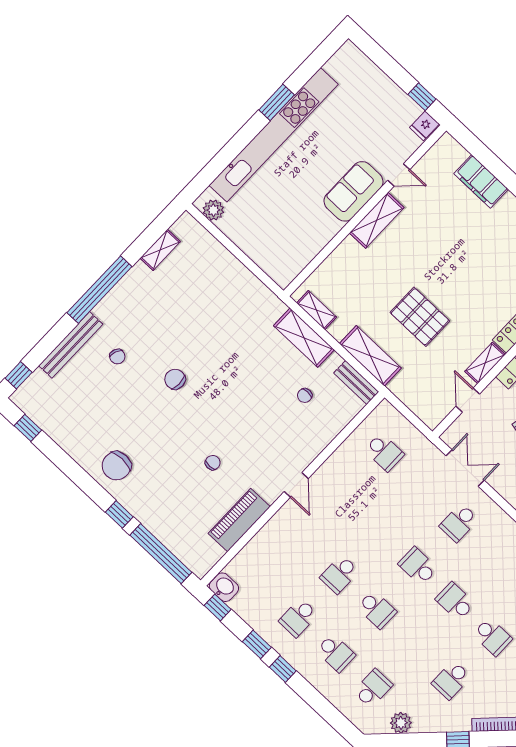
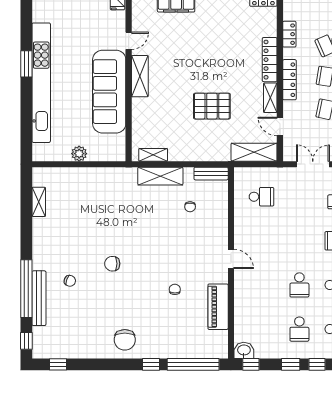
sofa: (353, 191) -> (109, 92), width x1.85, depth x1.27
plant: (213, 210) -> (79, 154), moved
window: (99, 290) -> (26, 289), moved
shelving: (370, 356) -> (254, 152), moved

